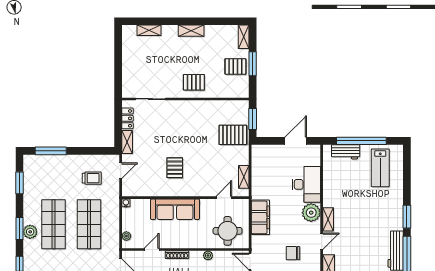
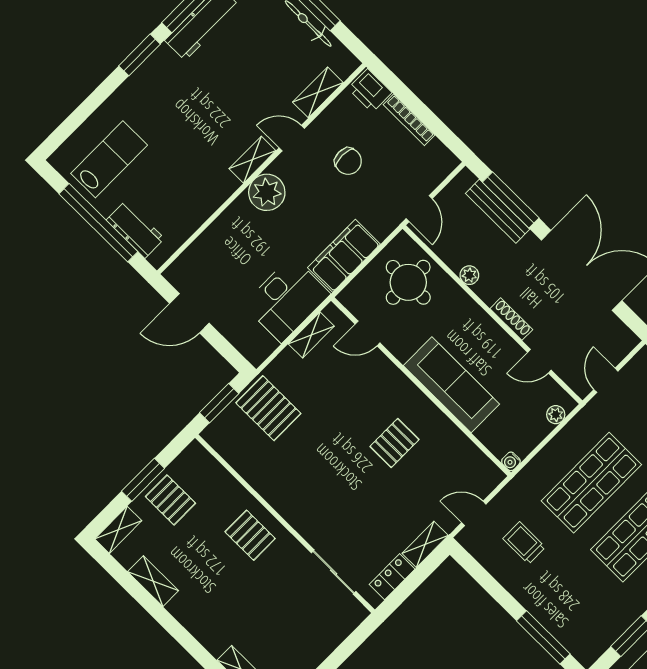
shelving: (191, 31) -> (153, 581), moved
desk: (306, 184) -> (287, 299), moved, turned 180

